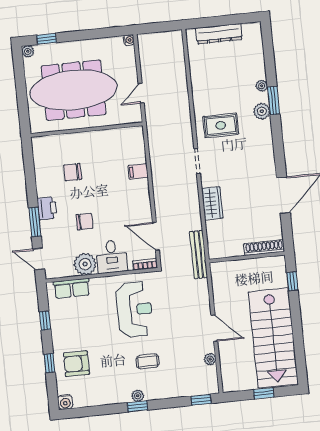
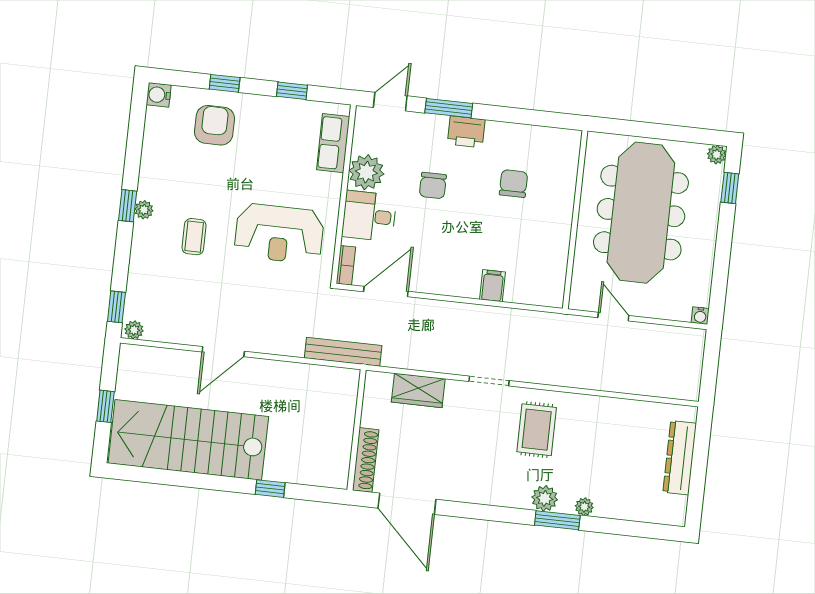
shoe rack: (264, 248) -> (366, 460), moved
wall: (247, 257) -> (357, 430), moved
plant: (210, 359) -> (134, 330), moved

